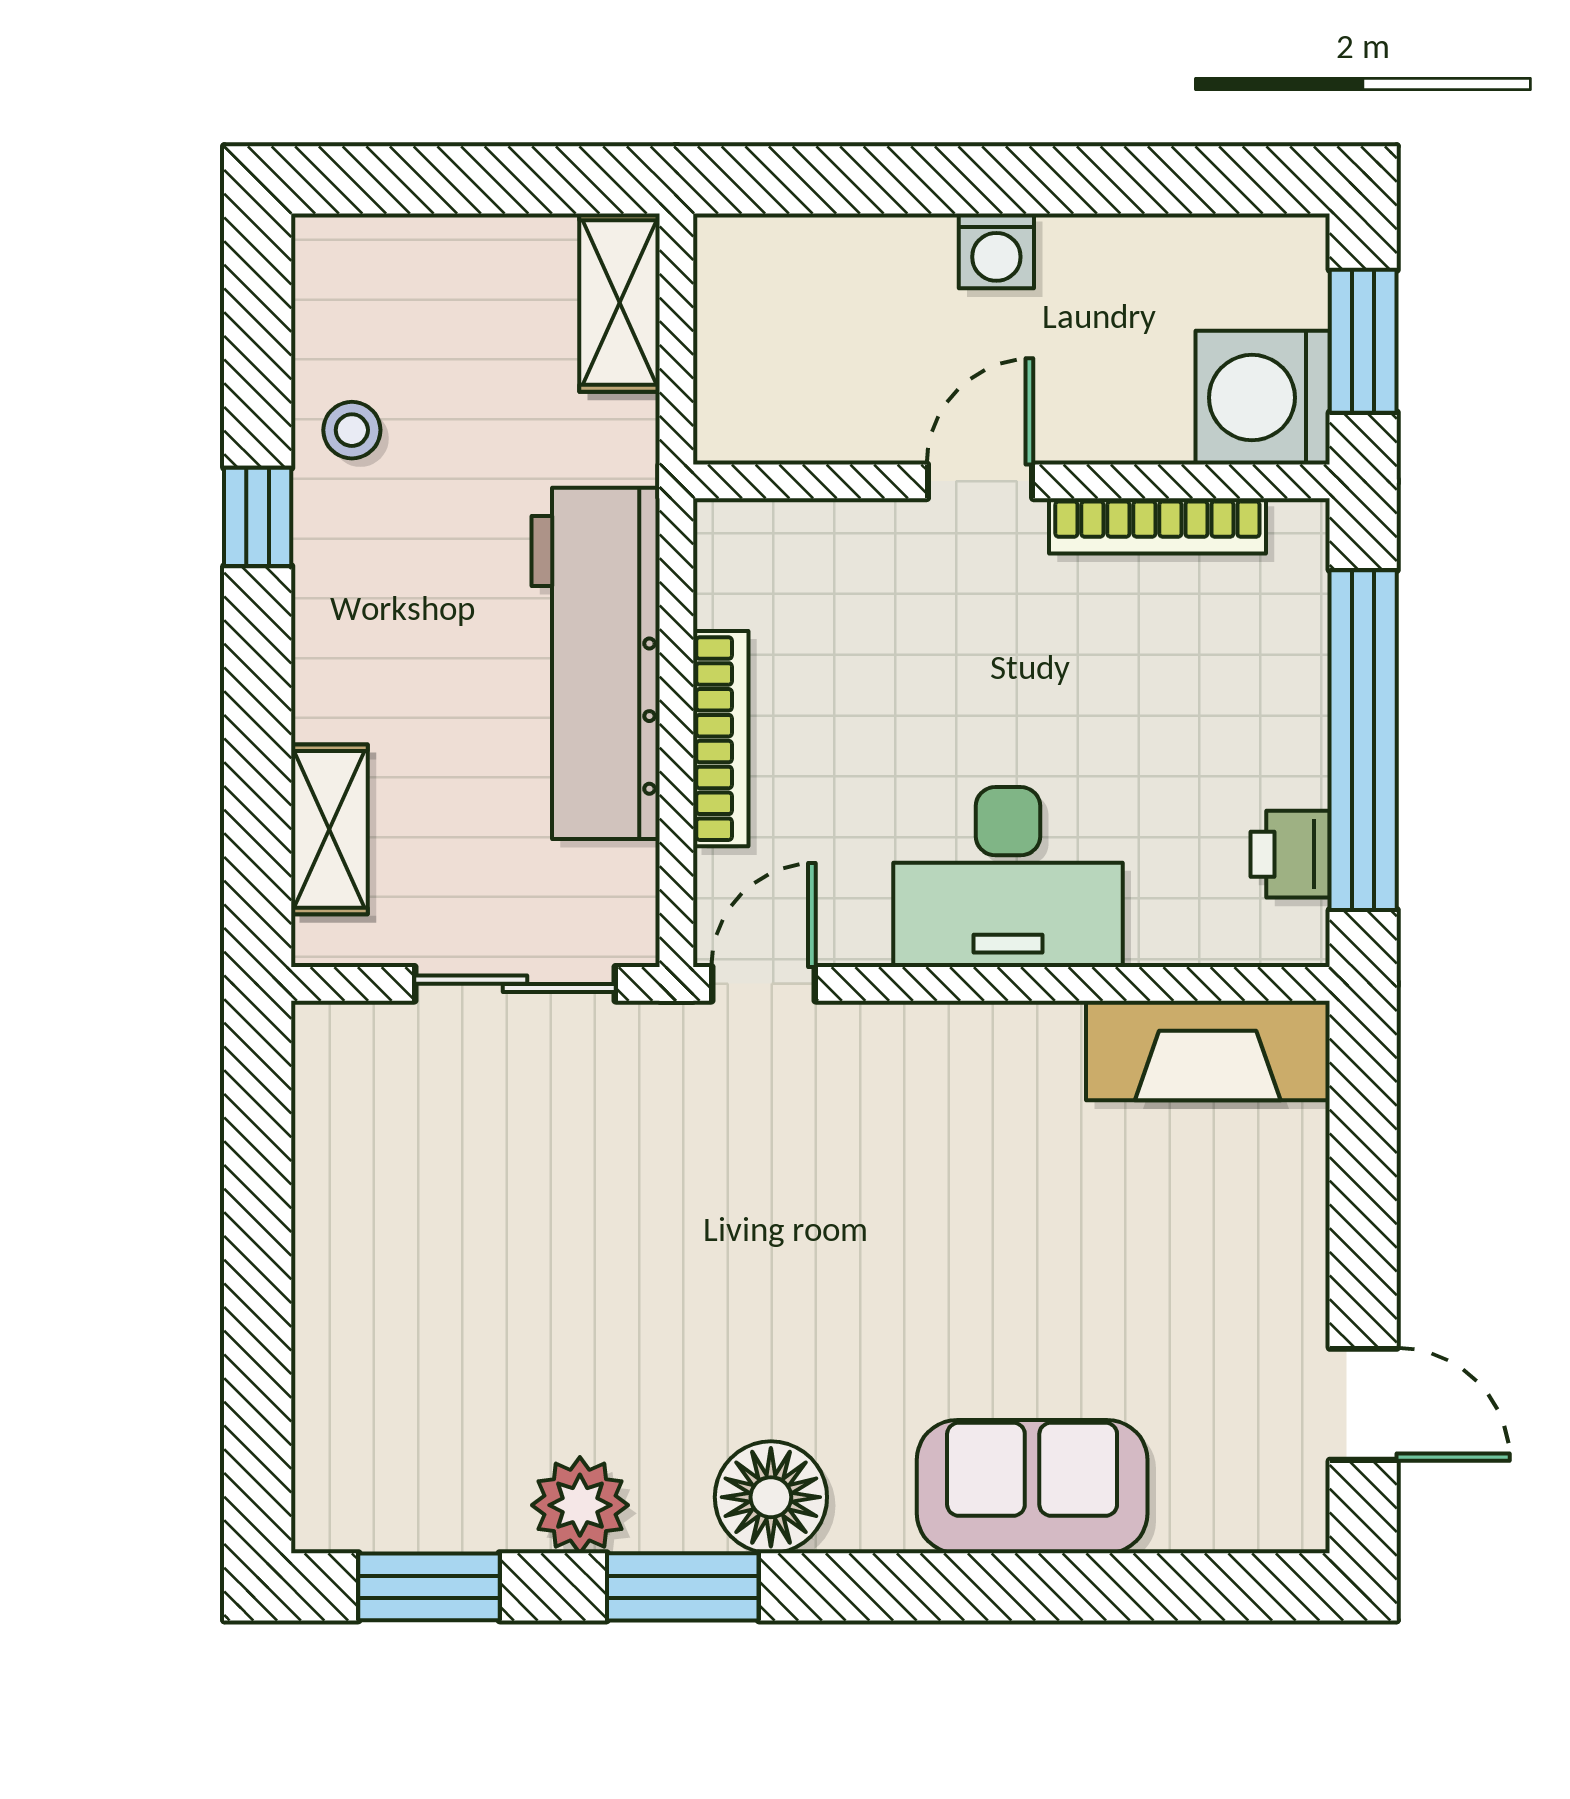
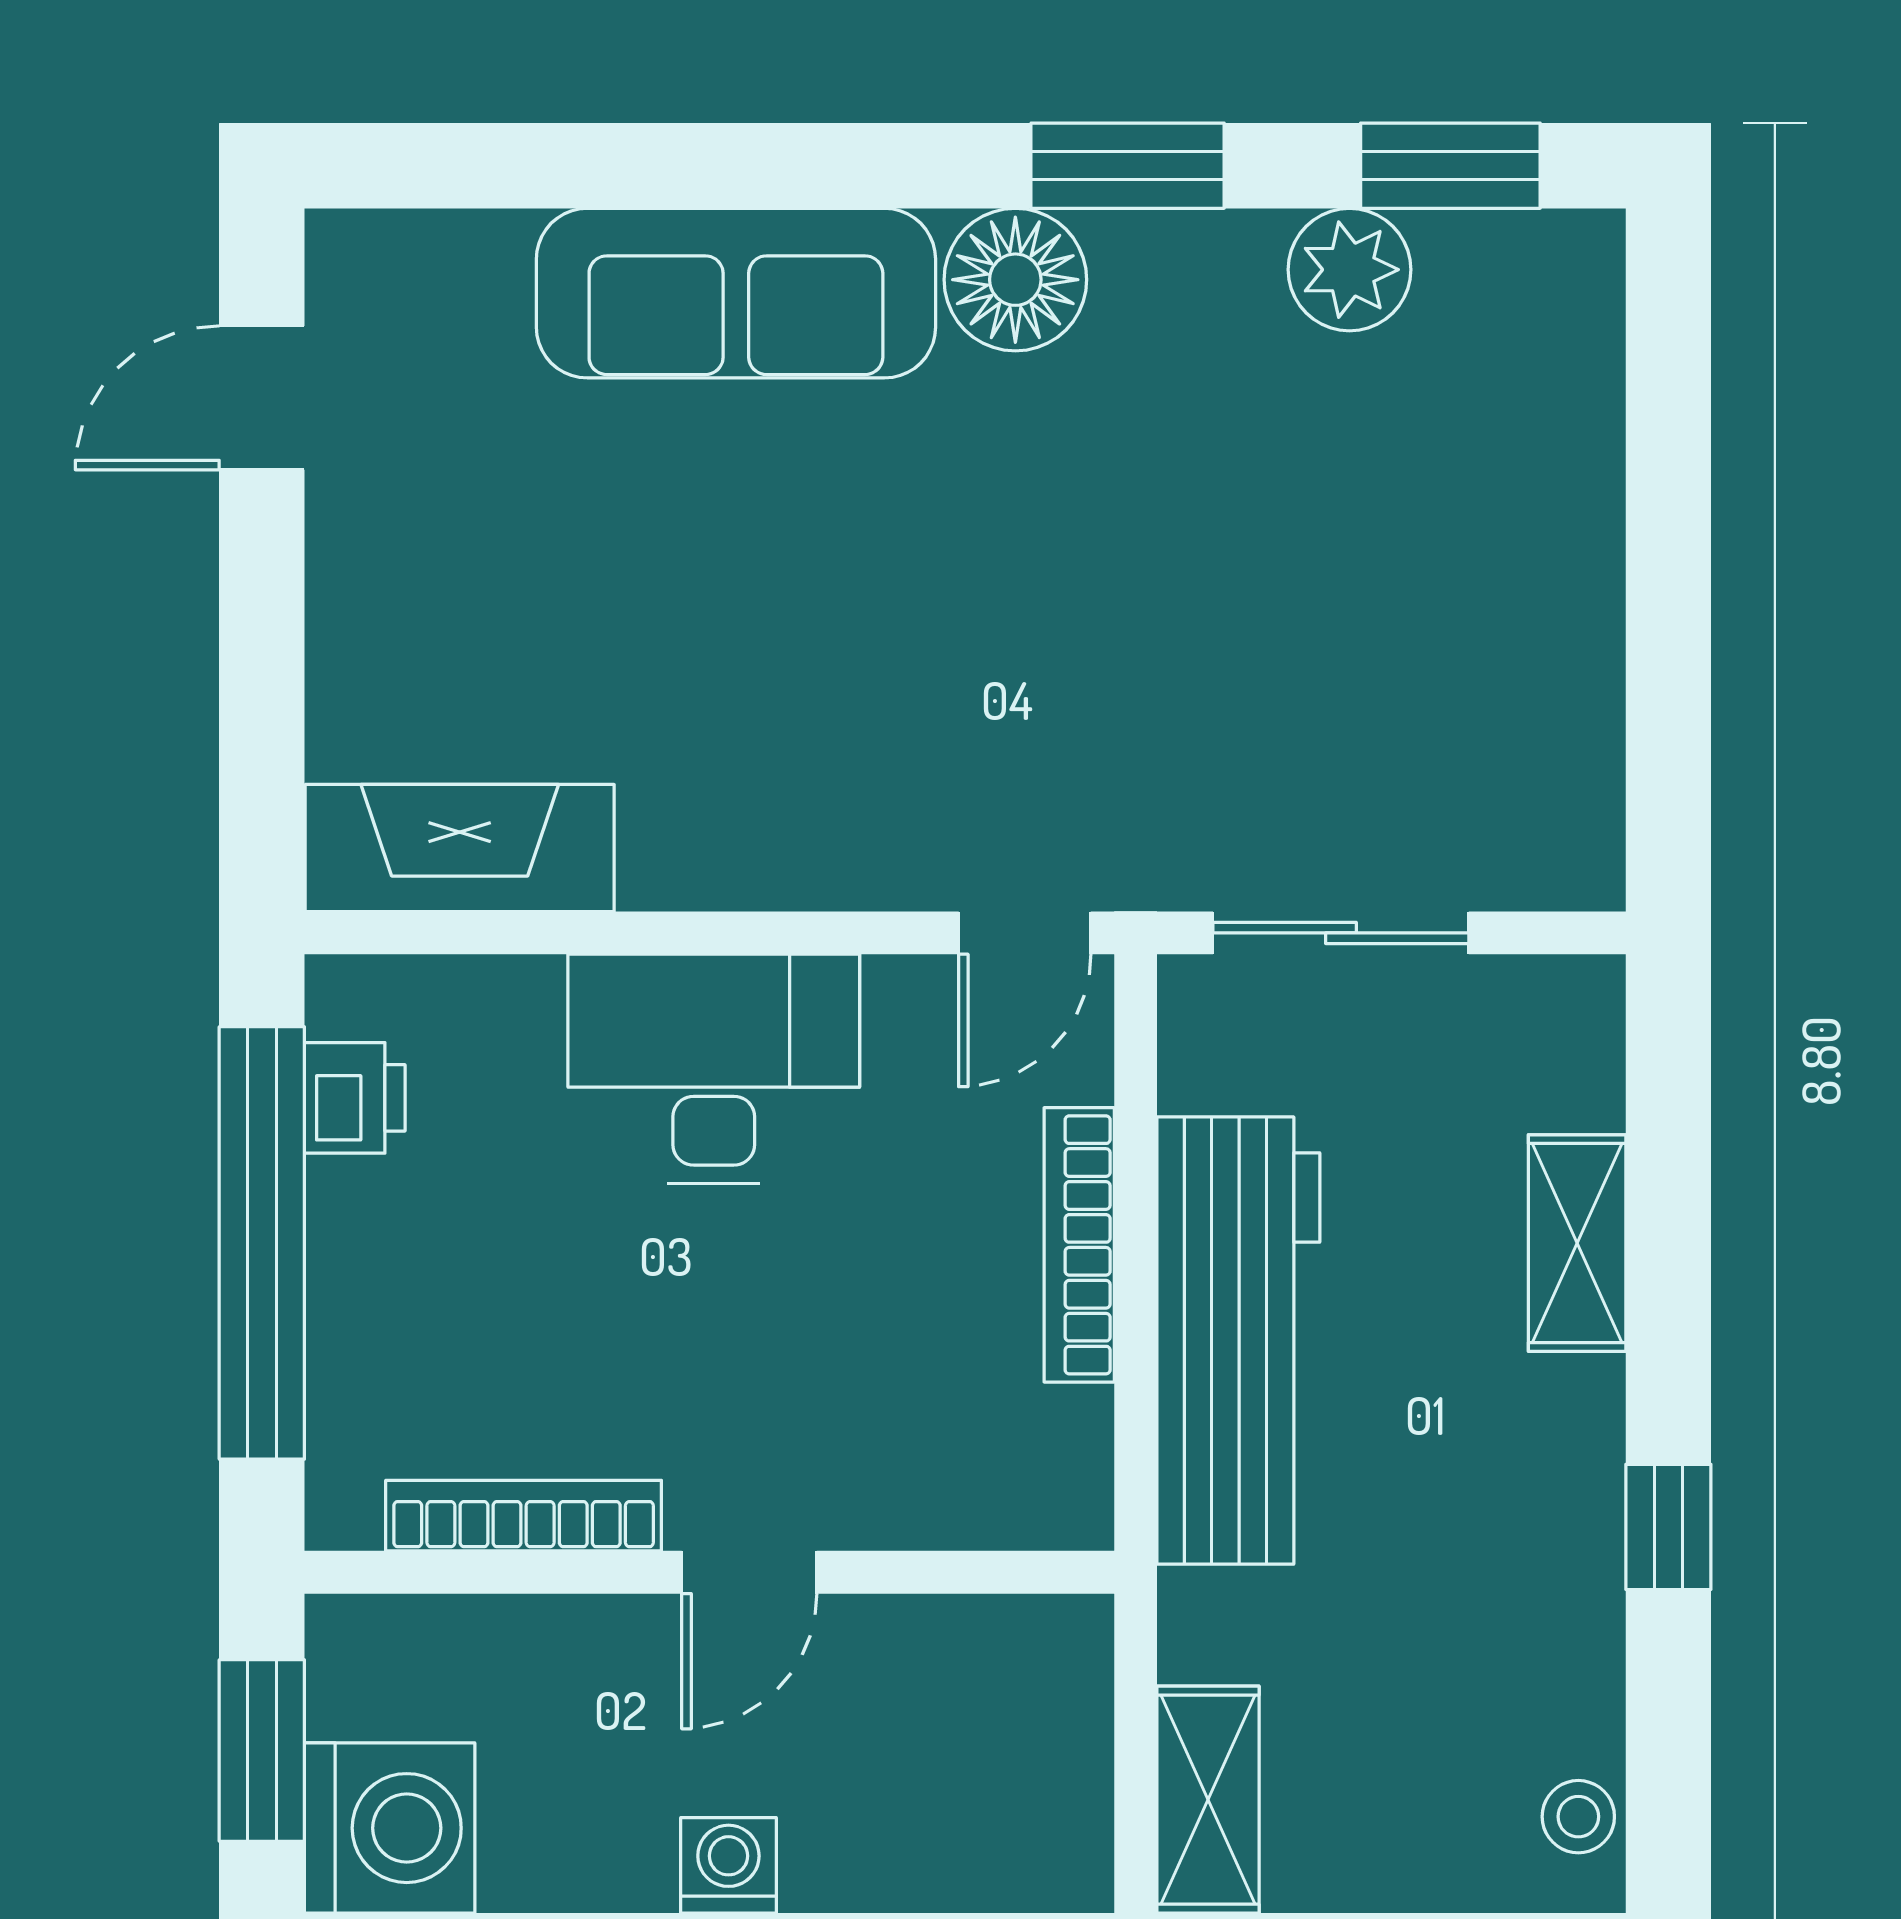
washing machine: (1263, 398) -> (390, 1828), moved
stool: (352, 430) -> (1578, 1817), moved
shelving: (329, 829) -> (1577, 1243), moved
door: (1363, 1404) -> (262, 398), hinge flipped
sofa: (1032, 1487) -> (736, 293), width x1.36
plant: (580, 1505) -> (1349, 270), moved

